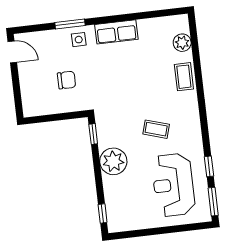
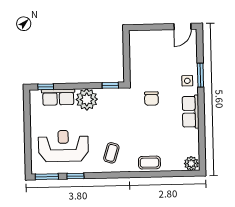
plant: (182, 43) -> (191, 163), moved
chair: (67, 80) -> (151, 99), moved
coffee table: (156, 129) -> (111, 153), moved
row of seats: (114, 197) -> (58, 97), added

